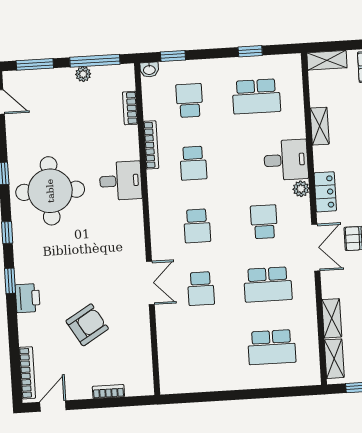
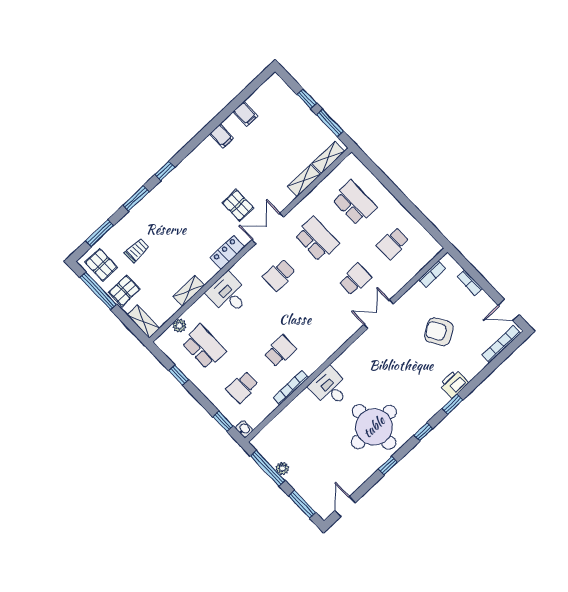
bookcase: (130, 108) -> (432, 274), moved
plant: (301, 189) -> (179, 326), moved
school desk: (197, 226) -> (393, 243), moved, turned 180

